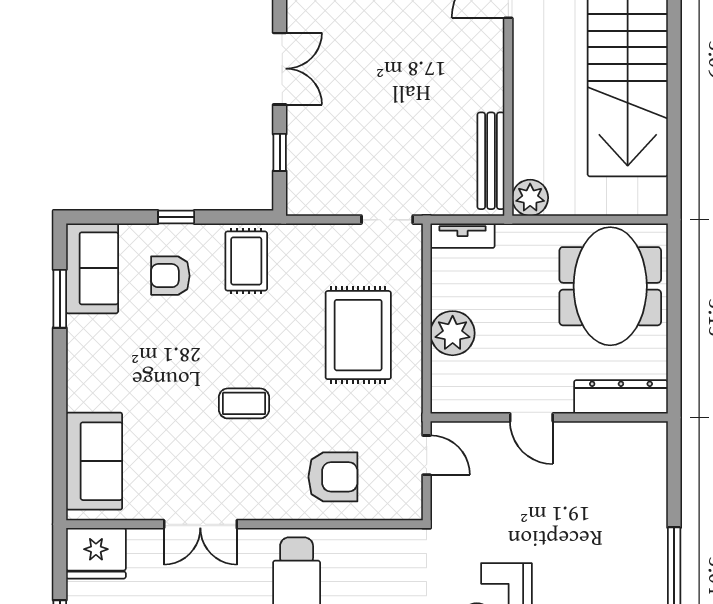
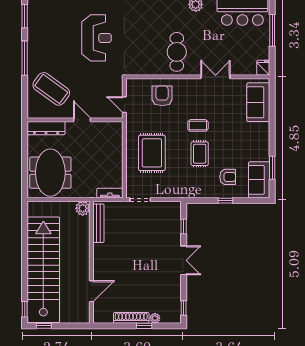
double door: (280, 69) -> (184, 260), swing flipped
rug: (246, 261) -> (200, 154), moved
plant: (453, 333) -> (114, 154), removed
armchair: (333, 477) -> (162, 96), turned 90
coffee table: (608, 494) -> (51, 89), added
fridge: (96, 553) -> (263, 68), width x0.53, depth x0.75

